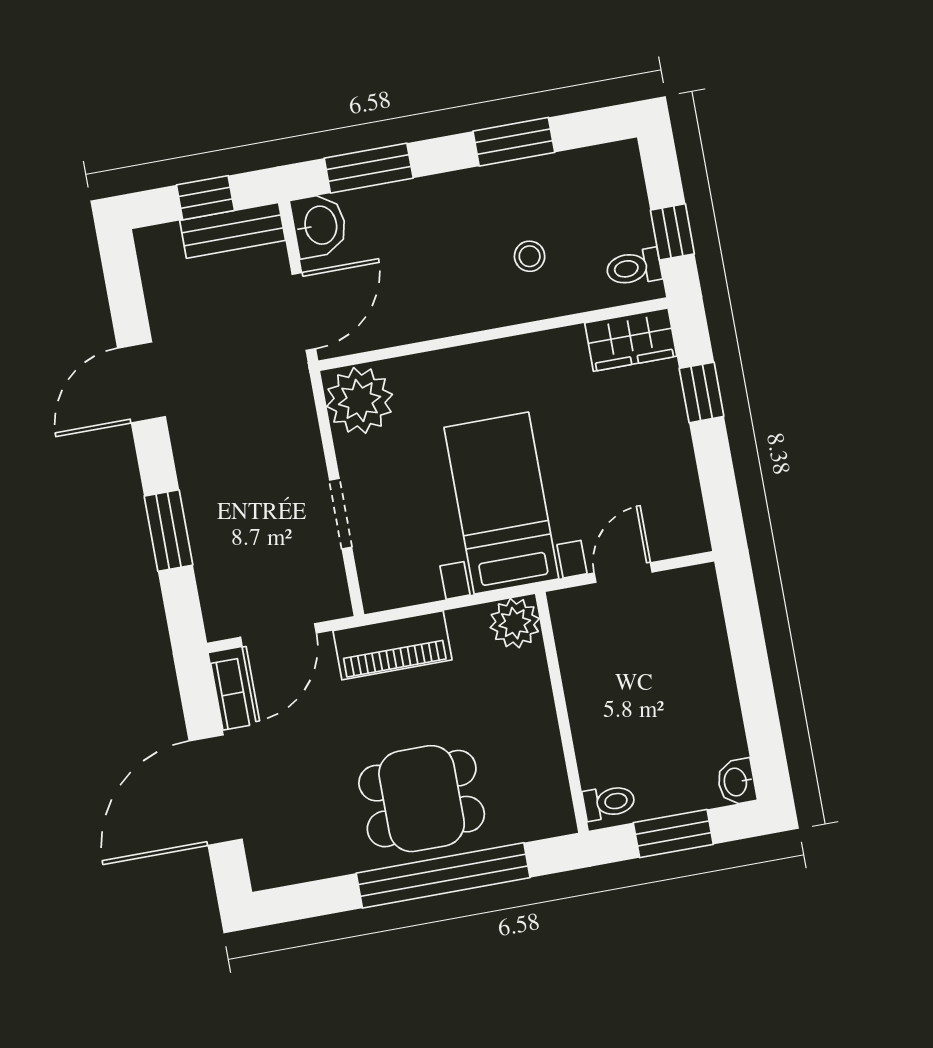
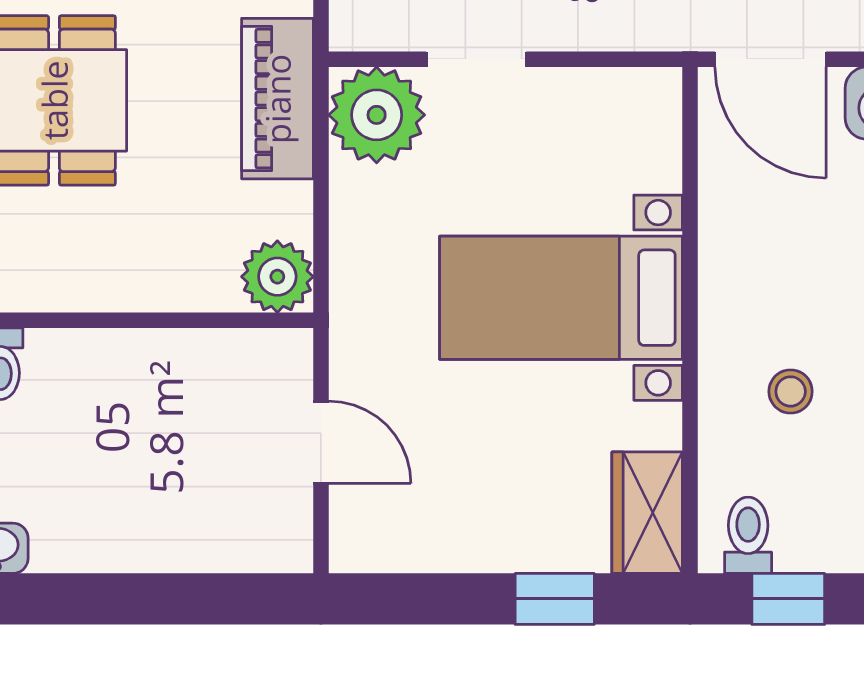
plant: (360, 400) -> (377, 115), moved
bed with nightstands: (501, 503) -> (561, 298), moved, turned 180

